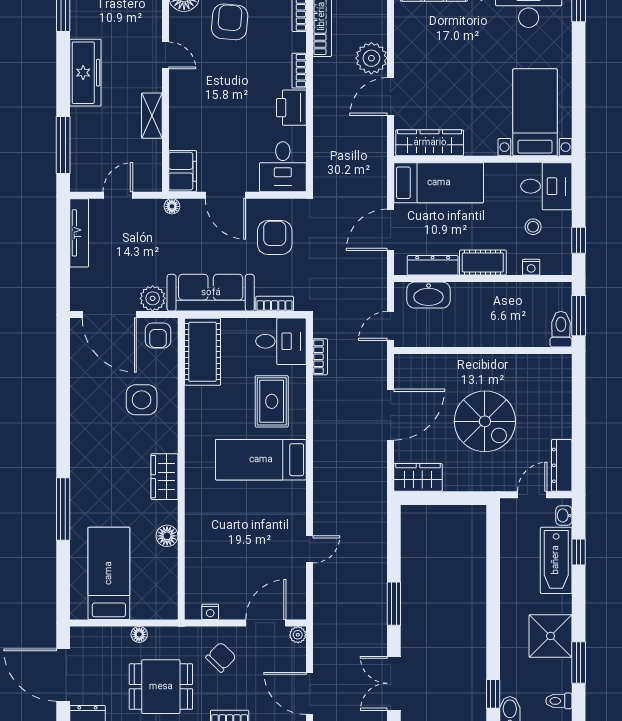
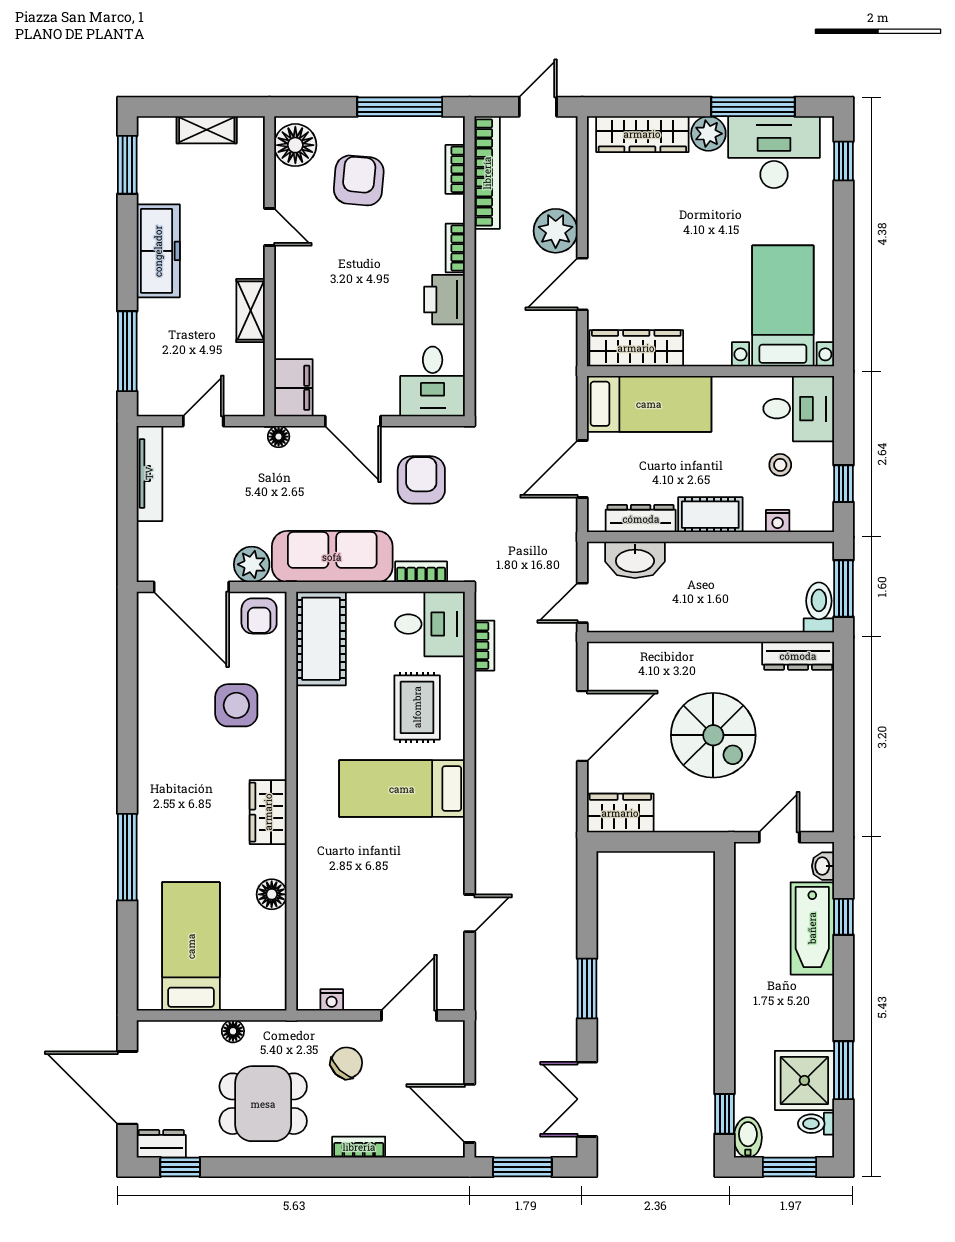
dresser: (562, 465) -> (798, 656), moved, turned -90
plant: (298, 635) -> (453, 1032), removed
shower: (551, 636) -> (804, 1080), moved

